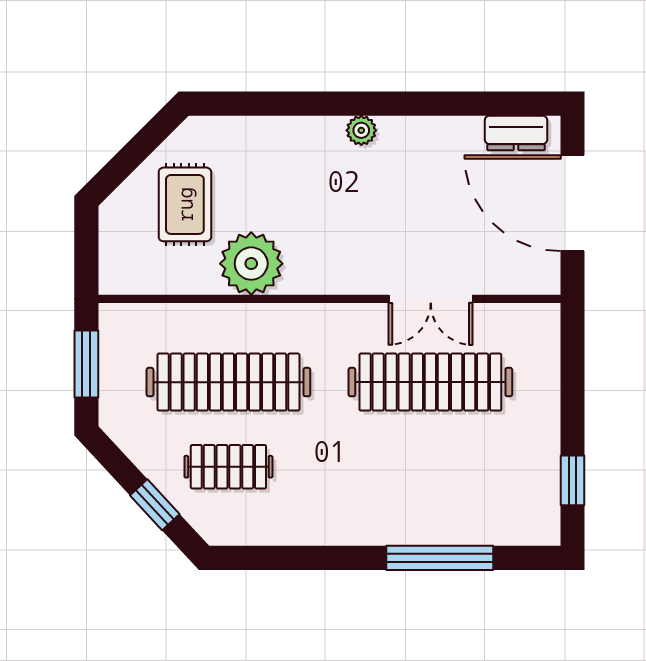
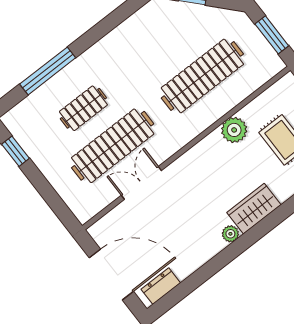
wardrobe: (301, 140) -> (254, 209), added
plant: (251, 264) -> (234, 130), width x0.73, depth x0.73
clothes rail: (228, 467) -> (83, 108), moved

